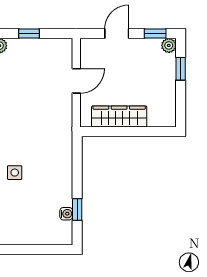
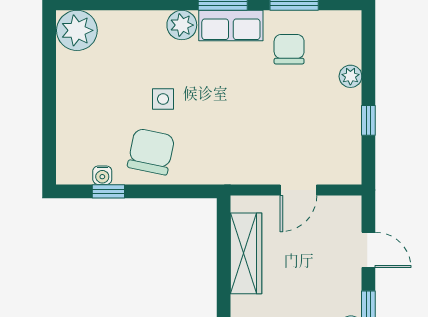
door: (76, 81) -> (298, 190), hinge flipped
chair: (50, 181) -> (151, 152), added

